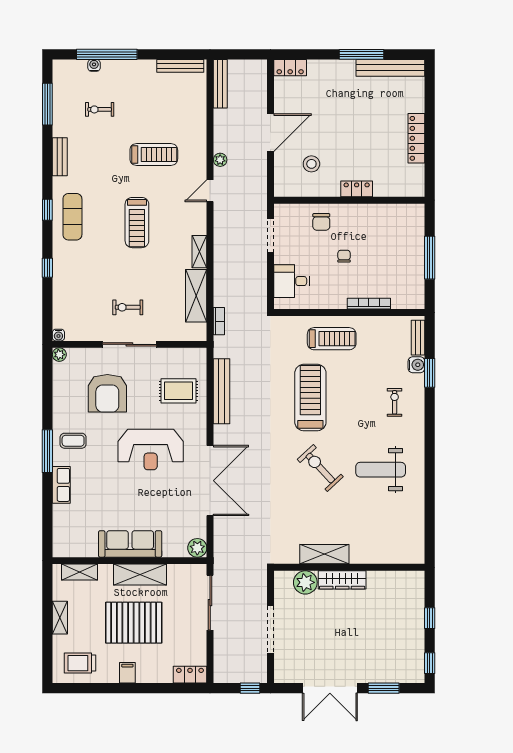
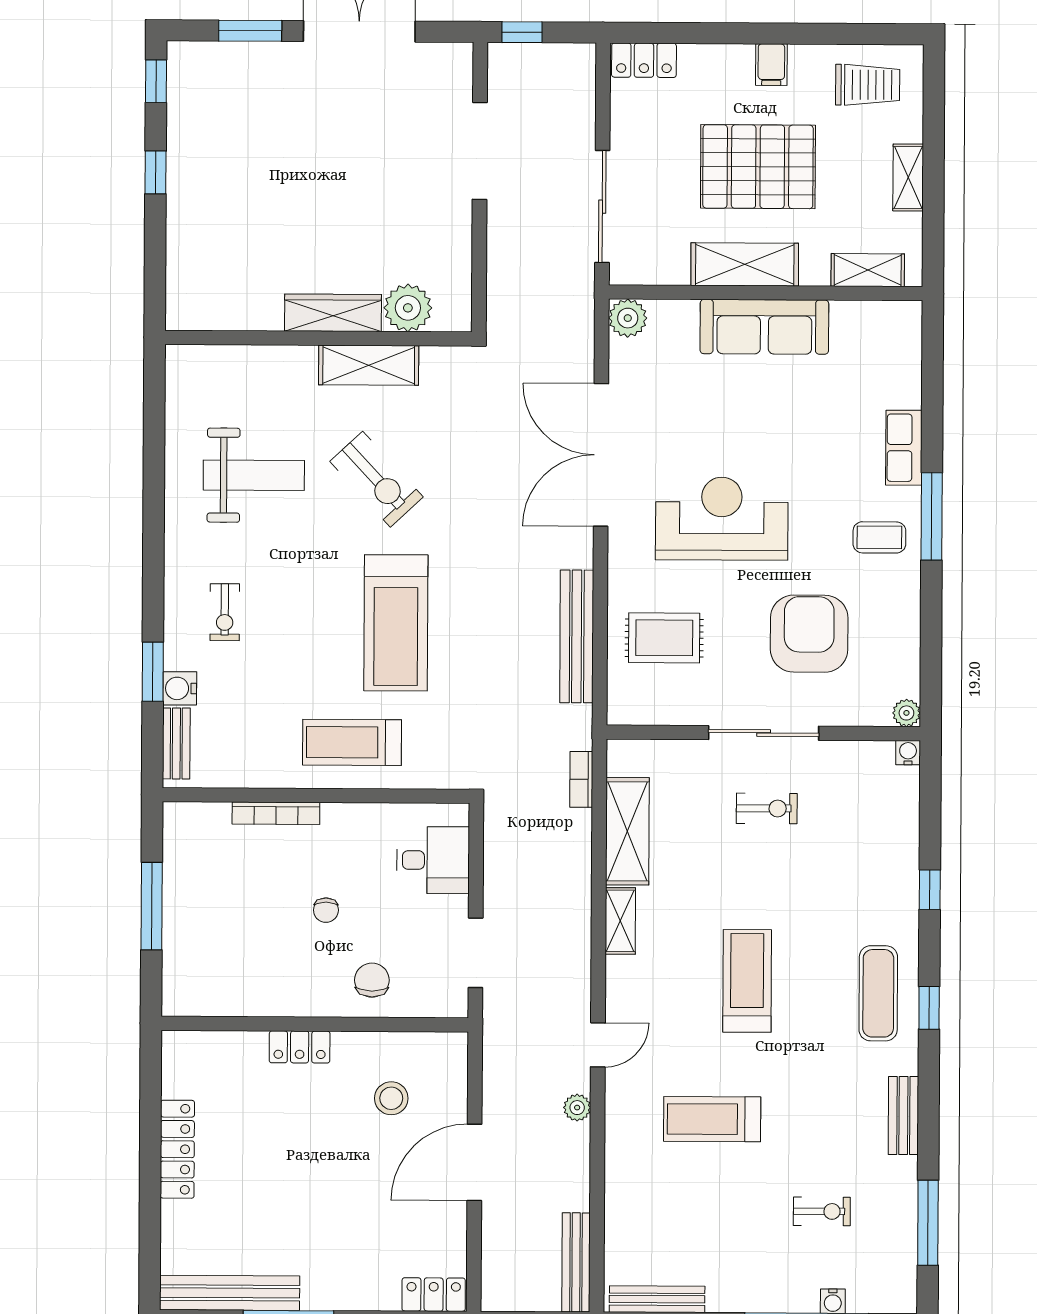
shelving: (324, 554) -> (369, 365), moved
wall: (349, 567) -> (318, 338), moved
wardrobe: (342, 580) -> (333, 313), moved
plant: (305, 582) -> (408, 308), moved

